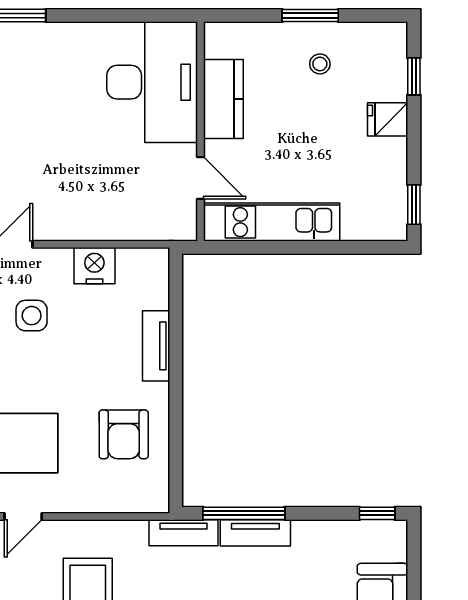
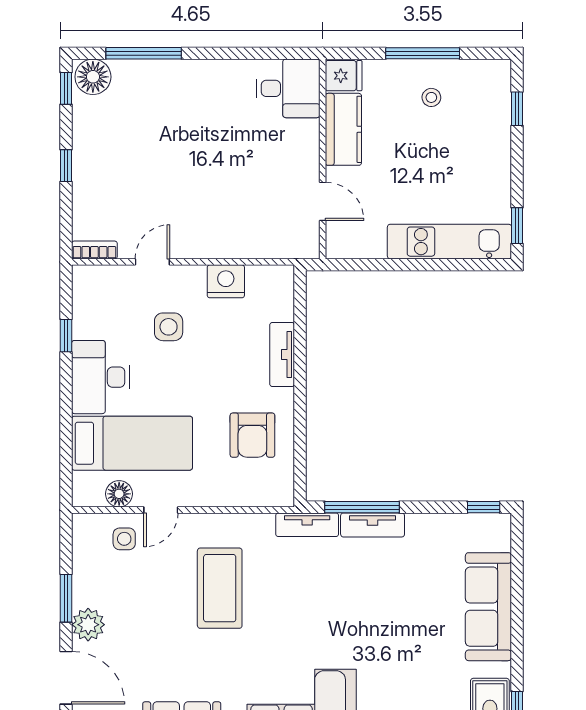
window: (310, 16) -> (423, 53), width x1.44
desk: (152, 82) -> (288, 88), width x0.53, depth x0.77
fridge: (388, 119) -> (344, 76), moved, turned 180
kitchen unit: (272, 222) -> (449, 242), moved

